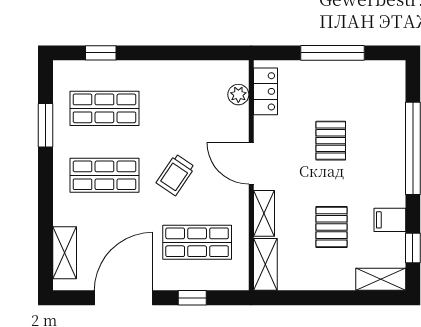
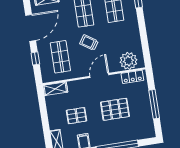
plant: (238, 95) -> (128, 61), width x1.88, depth x1.88
pallet: (331, 141) -> (115, 109), width x1.50, depth x1.42
shelving: (264, 213) -> (78, 85), removed
door: (124, 298) -> (31, 28), hinge flipped

